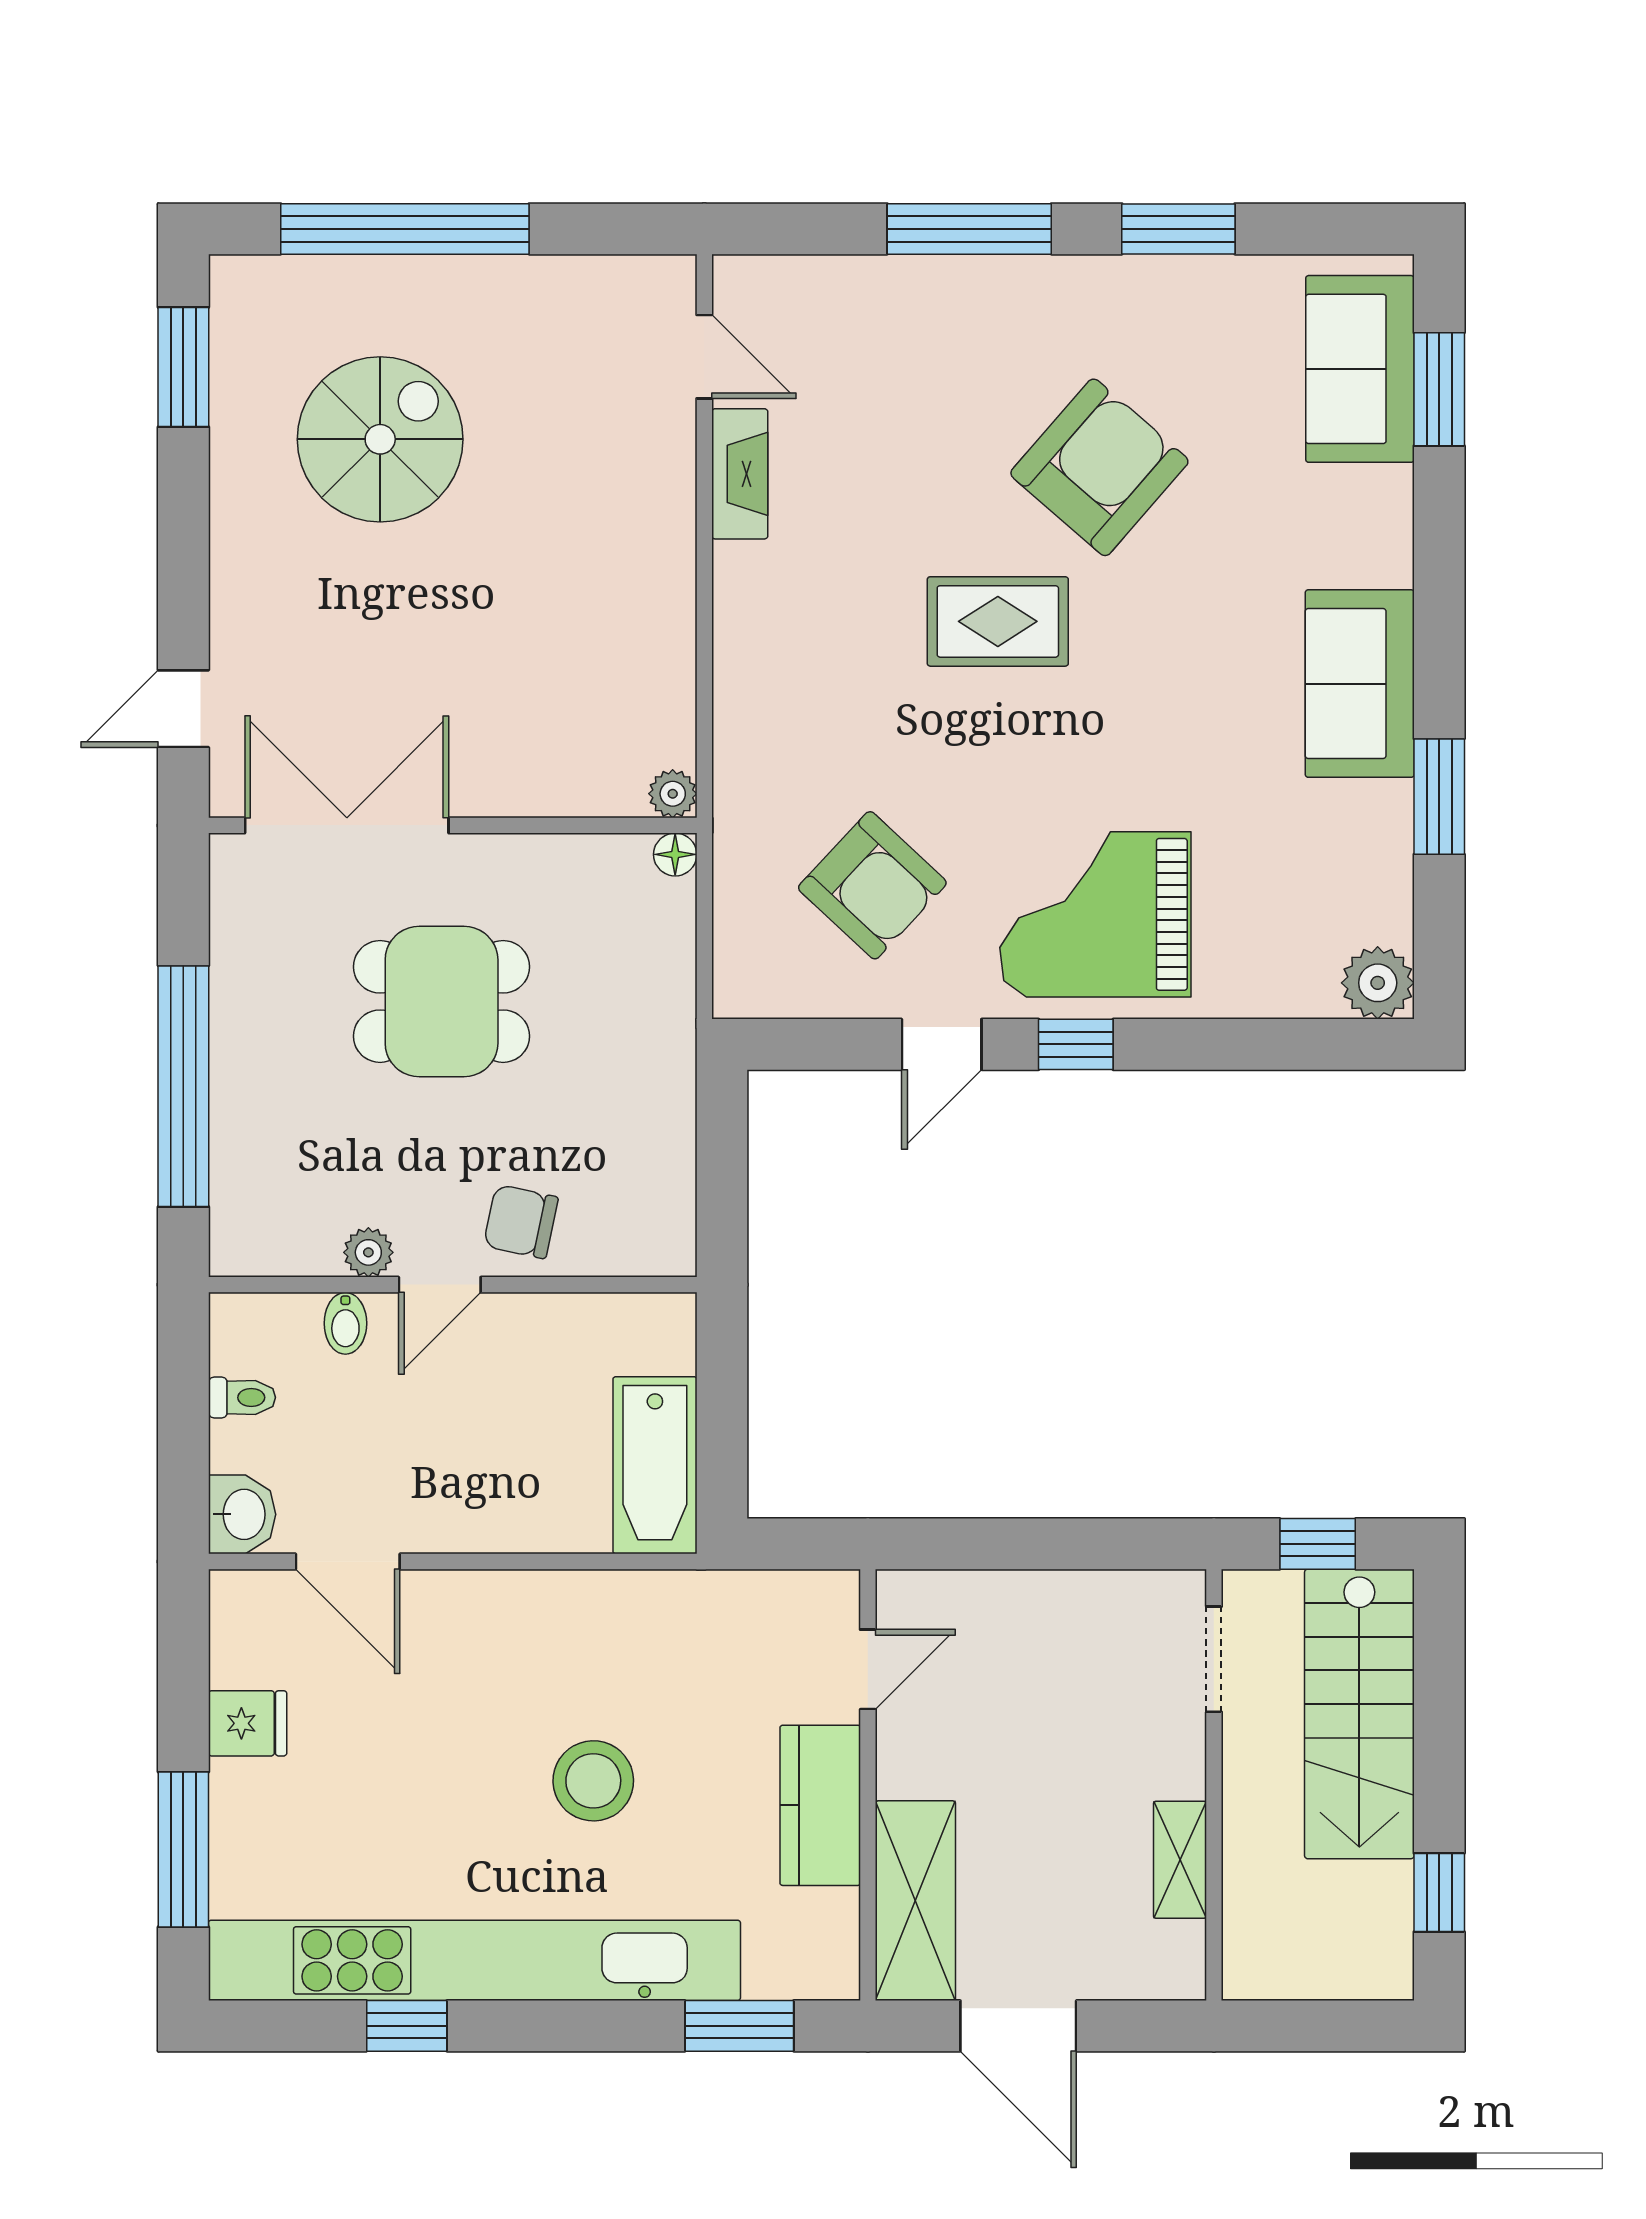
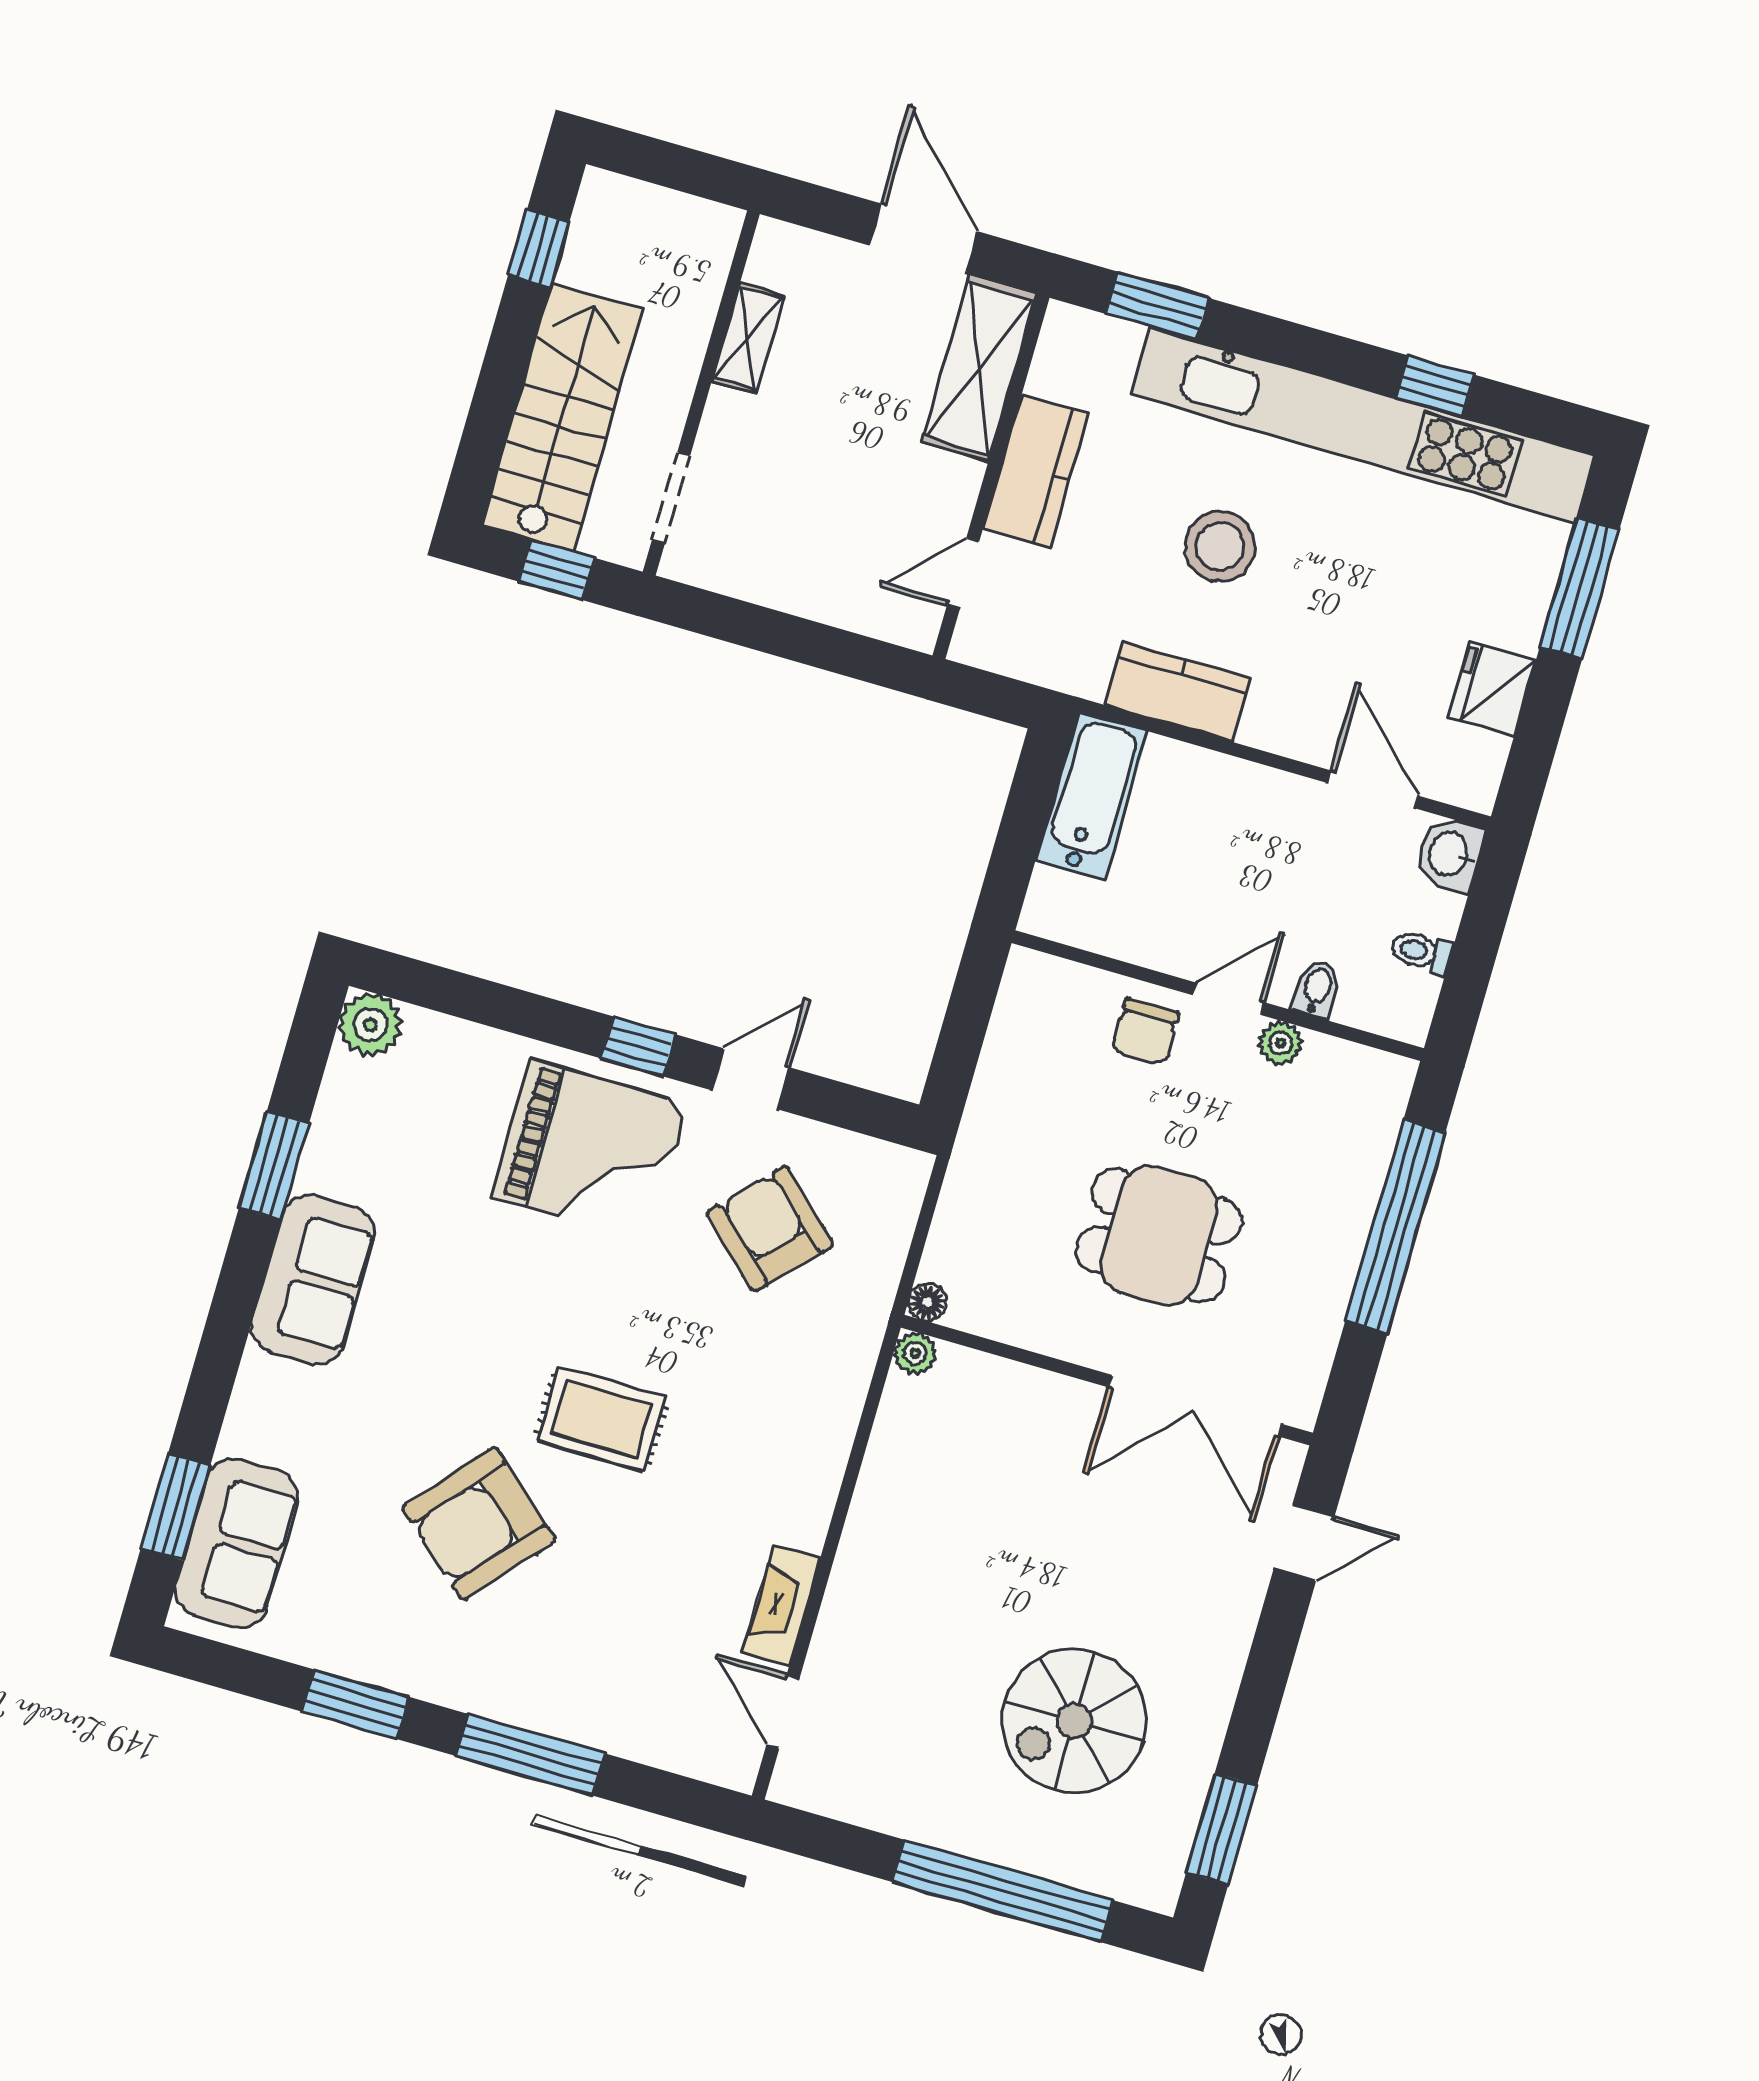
chair: (521, 1222) -> (1145, 1032), turned 78
kitchen counter: (594, 1607) -> (1177, 691), added
fridge: (248, 1723) -> (1492, 689), width x1.38

